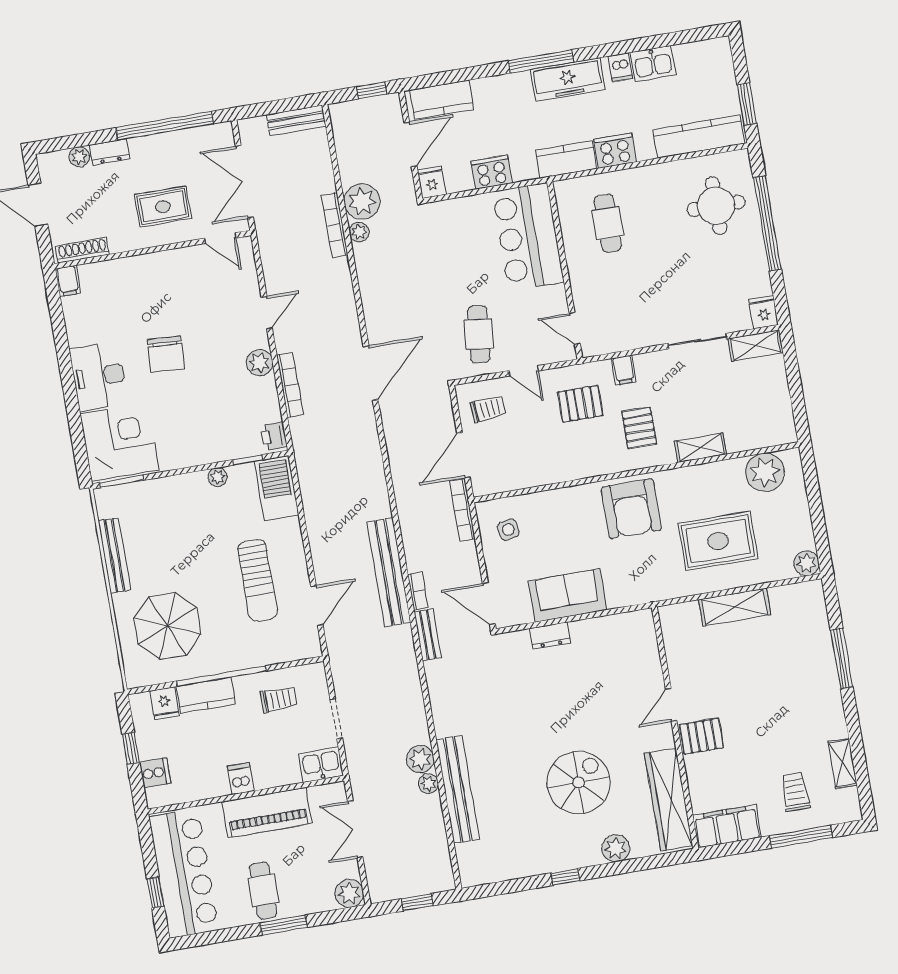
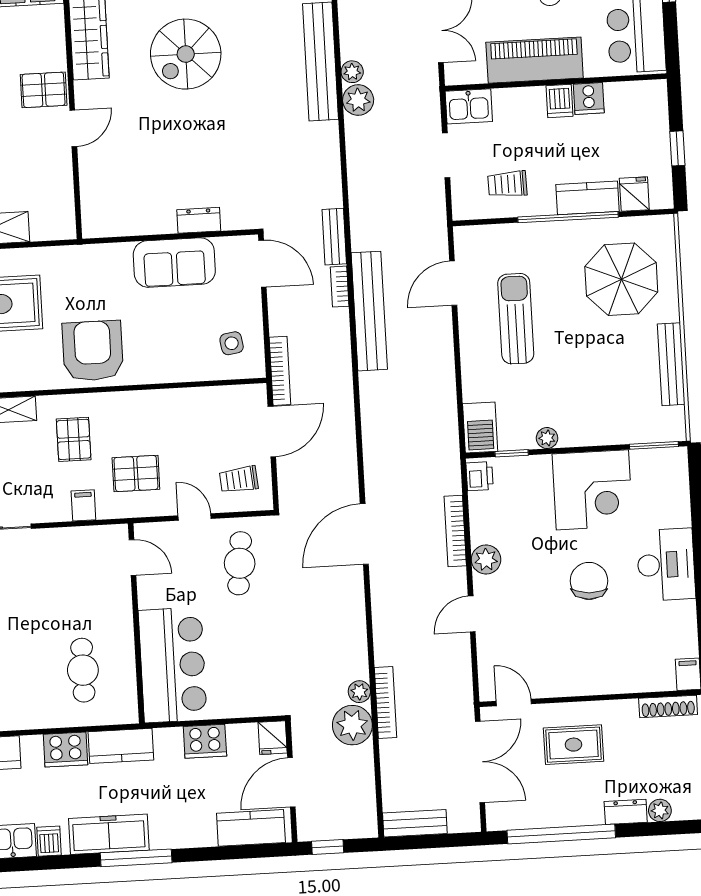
corner desk: (119, 442) -> (592, 490), moved, turned -90
barbecue: (277, 488) -> (480, 428), width x0.73, depth x0.83
cooker: (155, 773) -> (589, 98), moved, turned -90

